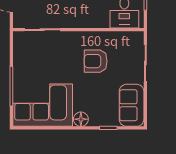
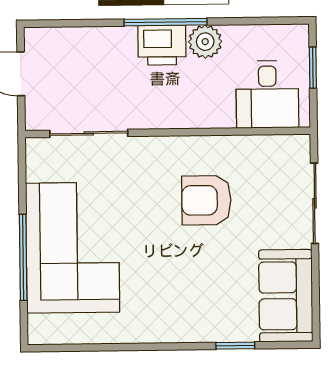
corner sofa: (43, 105) -> (73, 248), moved, turned 90
floor lamp: (81, 119) -> (176, 327), removed

